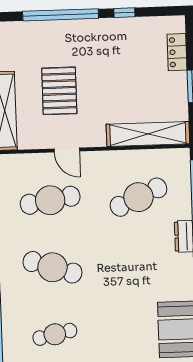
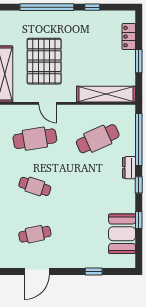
pallet: (59, 91) -> (44, 61), width x1.37, depth x1.41
cafe table: (52, 267) -> (35, 186), width x0.73, depth x0.74

